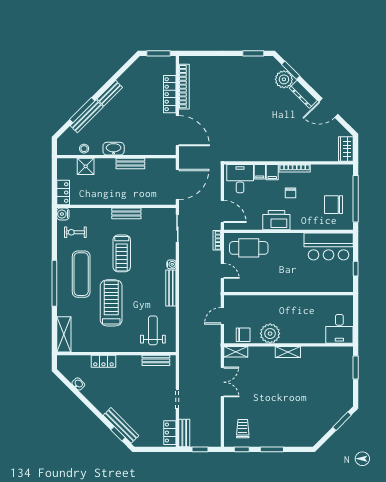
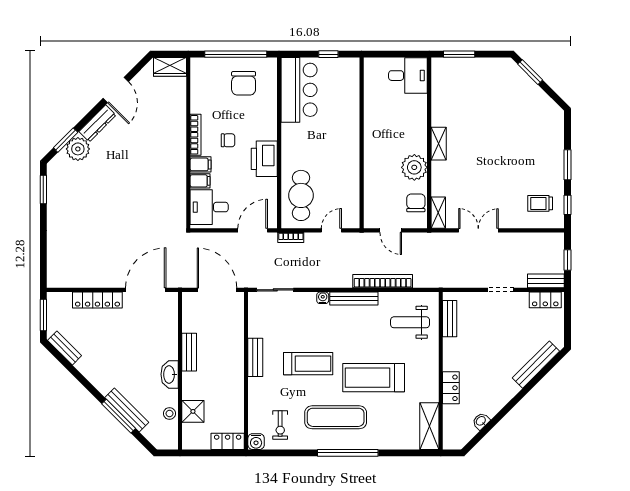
bookcase: (184, 87) -> (383, 281), moved
bench: (110, 93) -> (65, 348), moved
shelving: (64, 334) -> (429, 426), moved, turned 90
window: (118, 434) -> (547, 369), removed

